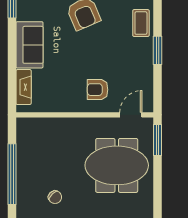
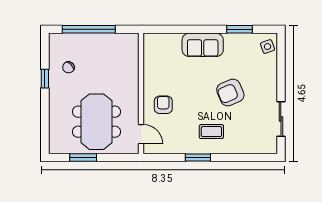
coffee table: (141, 23) -> (211, 132), moved
fireplace: (24, 87) -> (166, 40), removed
window: (157, 140) -> (83, 158), moved

